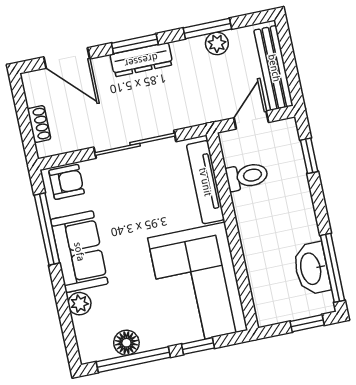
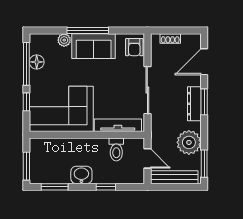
window: (207, 29) -> (204, 164), moved
plant: (217, 44) -> (189, 142), width x1.88, depth x1.88
window: (309, 156) -> (106, 187), moved
window: (47, 229) -> (88, 31), moved
window: (332, 268) -> (55, 187), width x0.69
washbasin: (312, 269) -> (81, 175), moved, width x0.72
window: (307, 323) -> (26, 166), width x1.50

